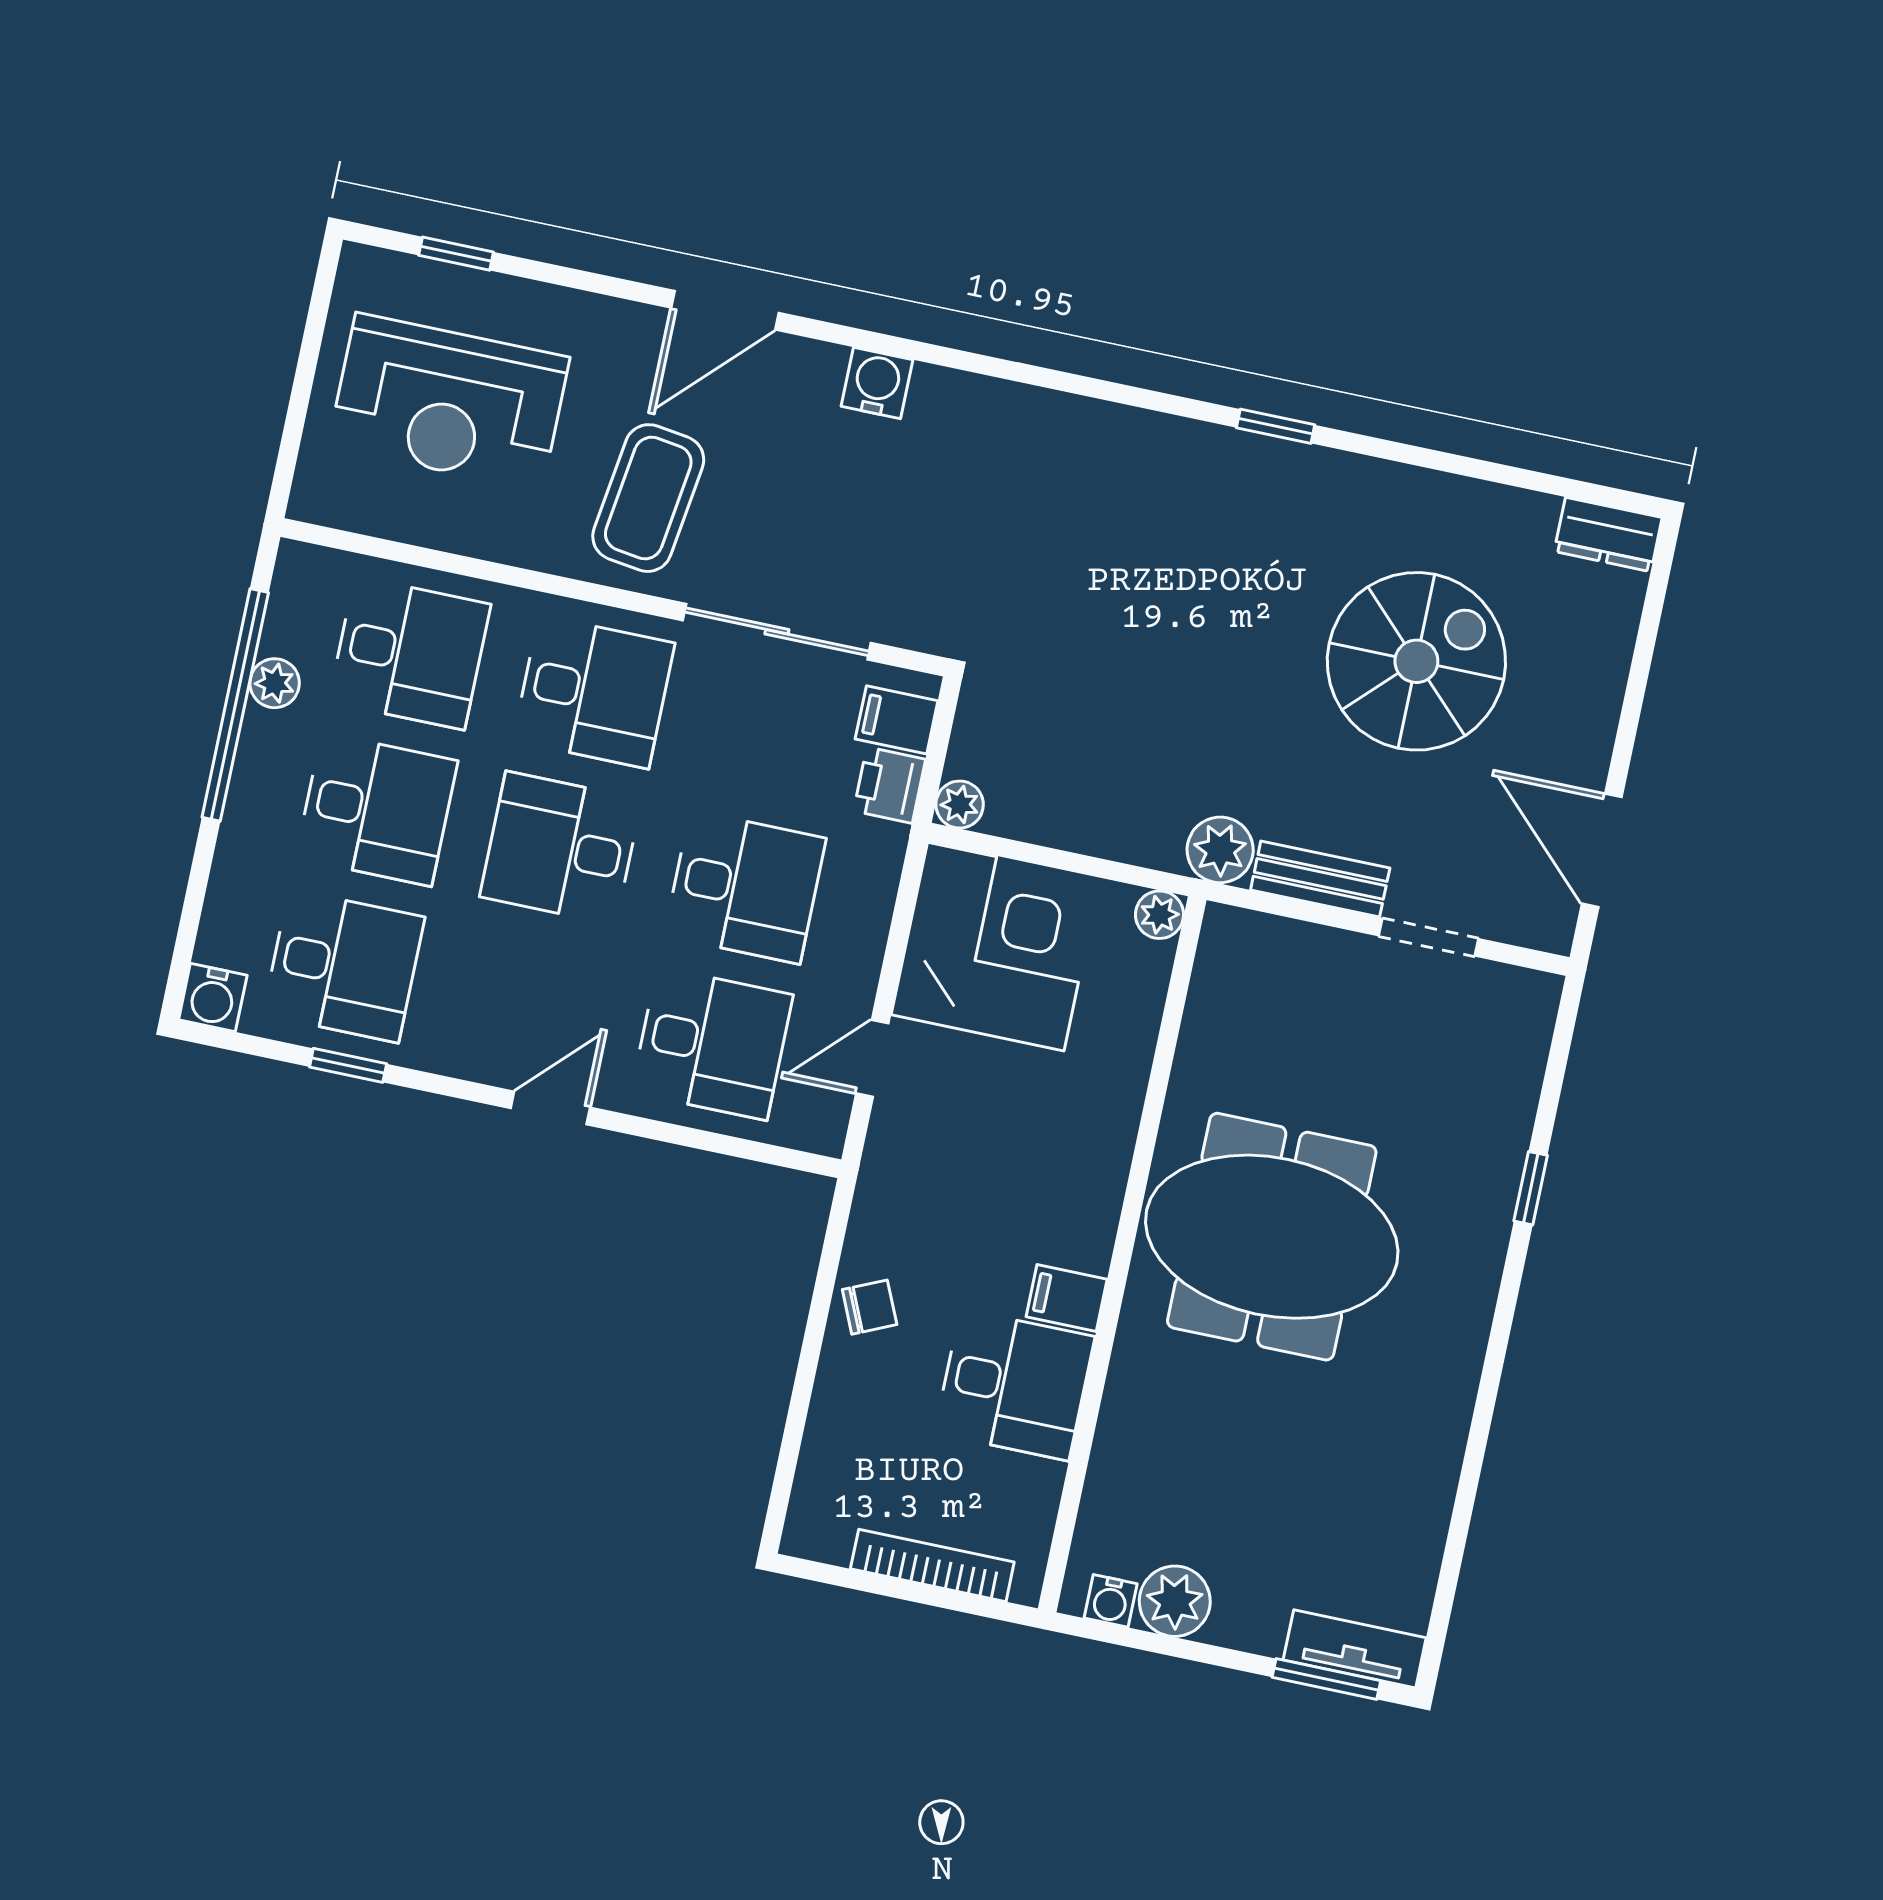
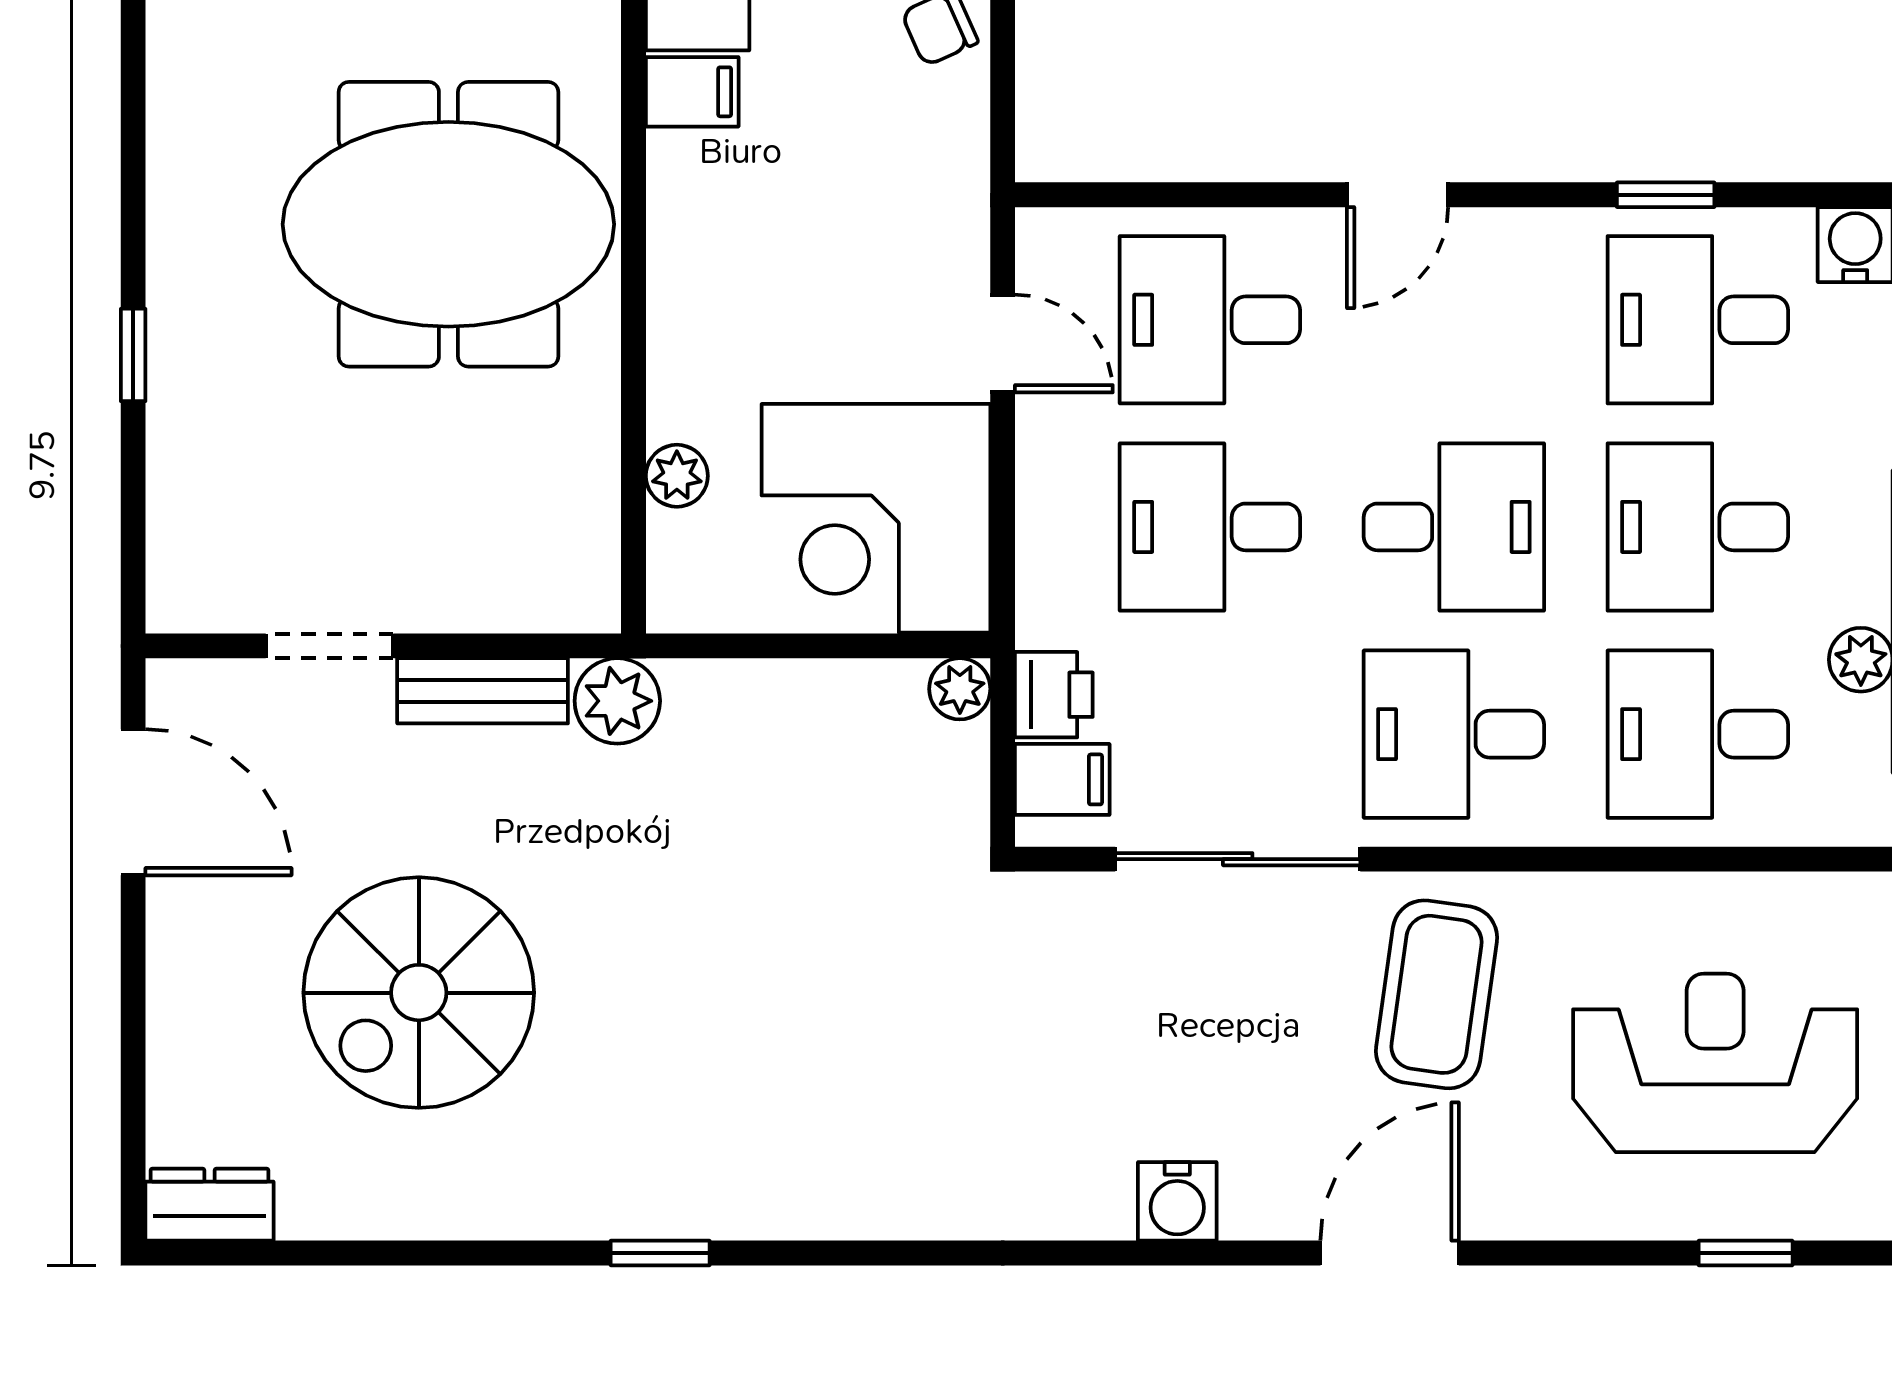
plant: (1159, 915) -> (677, 476), moved
door: (872, 1058) -> (1003, 344), hinge flipped

